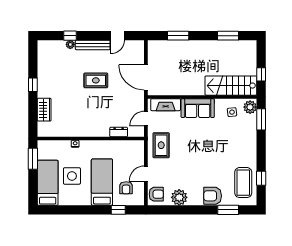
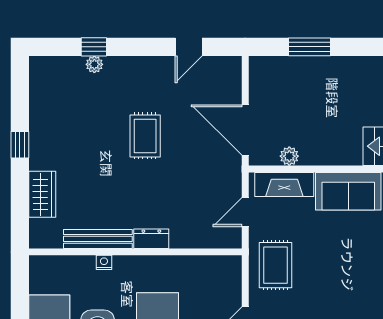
bench: (93, 45) -> (98, 239), moved
rug: (96, 80) -> (145, 136), turned 90
plant: (168, 91) -> (289, 156), added
dresser: (119, 132) -> (151, 239), moved
window: (33, 159) -> (20, 292), removed

